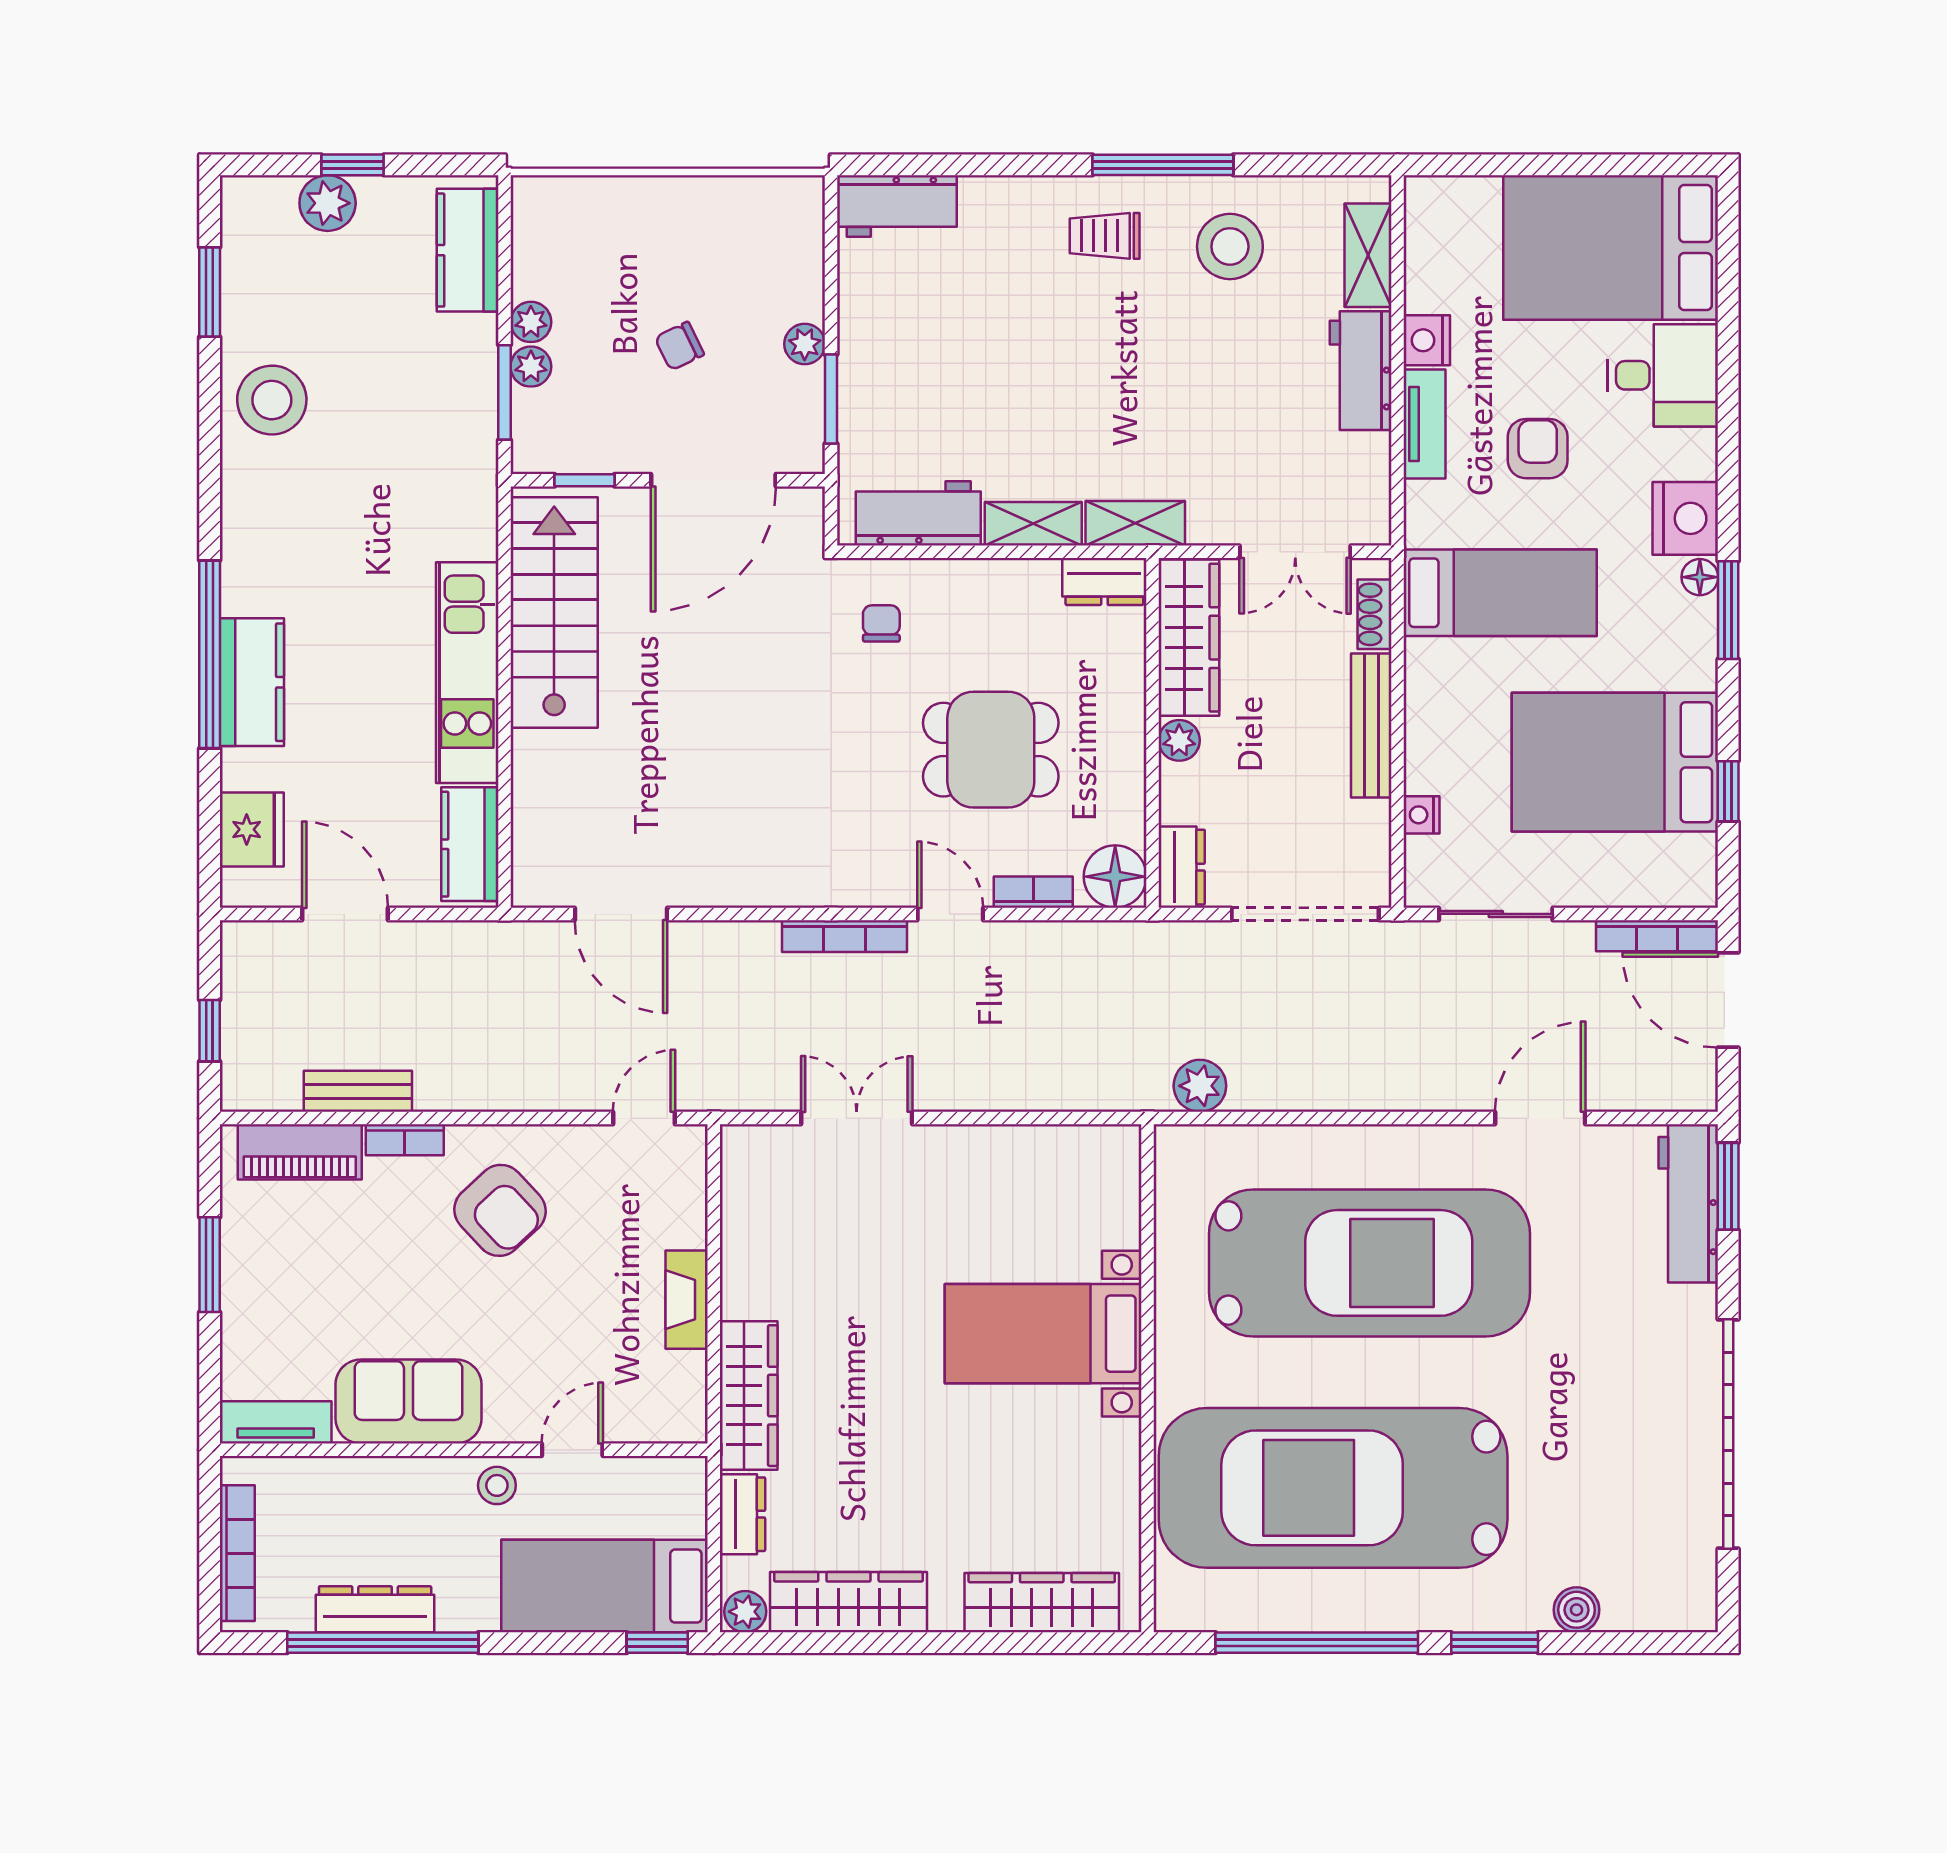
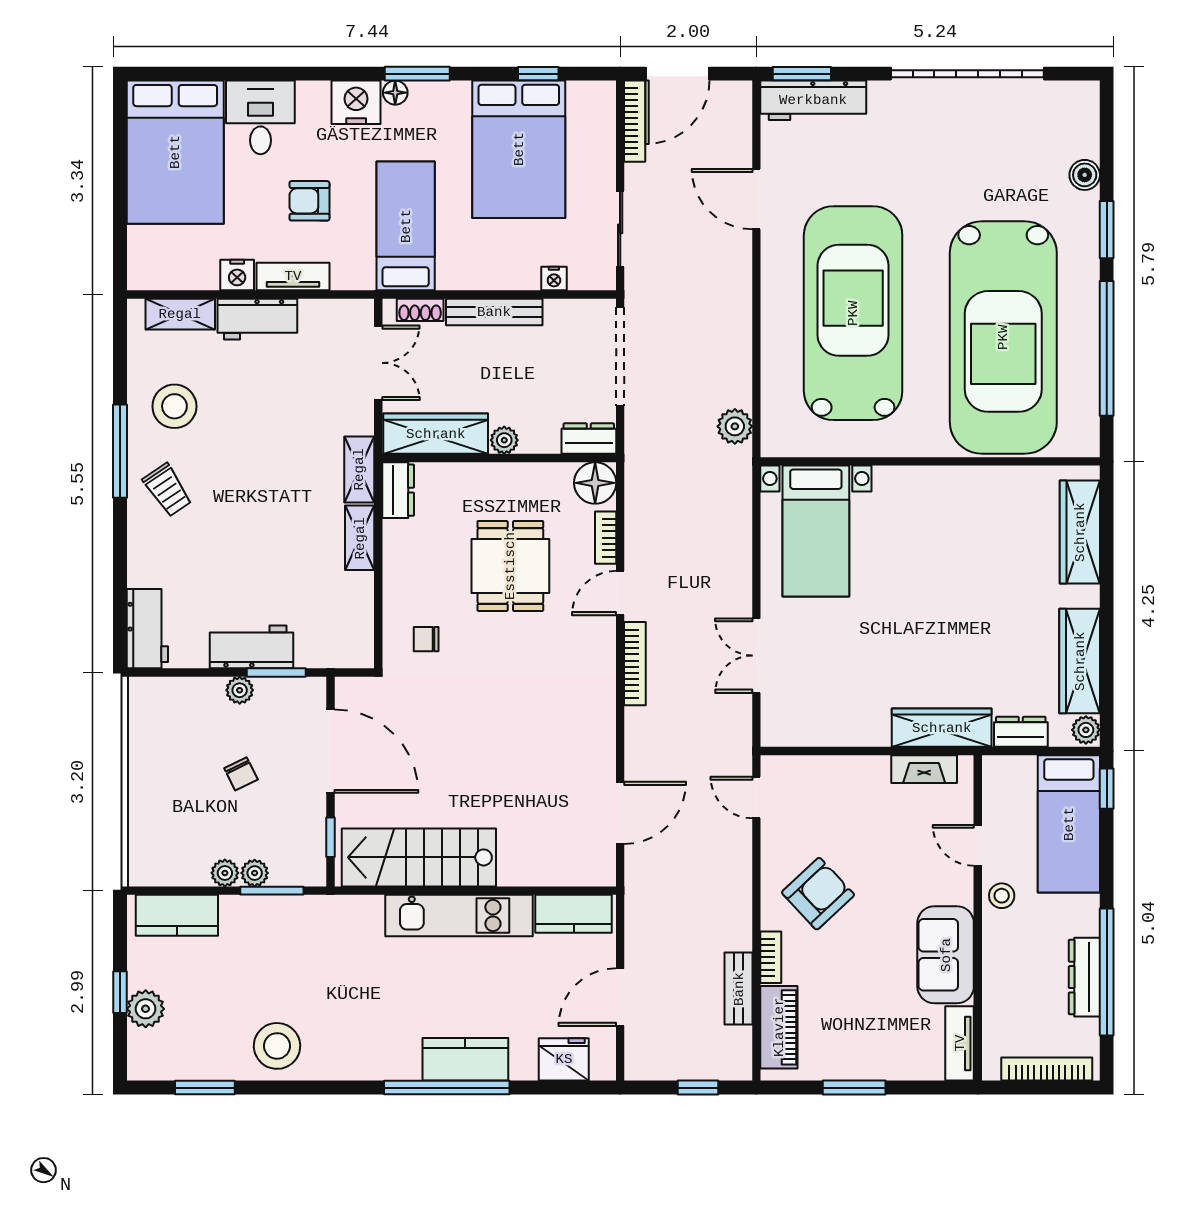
trolley: (1105, 236) -> (167, 490), turned -34
workbench: (918, 513) -> (251, 647), moved, turned 90
fireplace: (687, 1300) -> (924, 769), moved
bed with nightstands: (1043, 1334) -> (816, 531), moved

